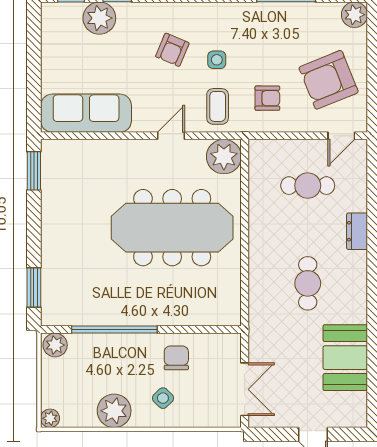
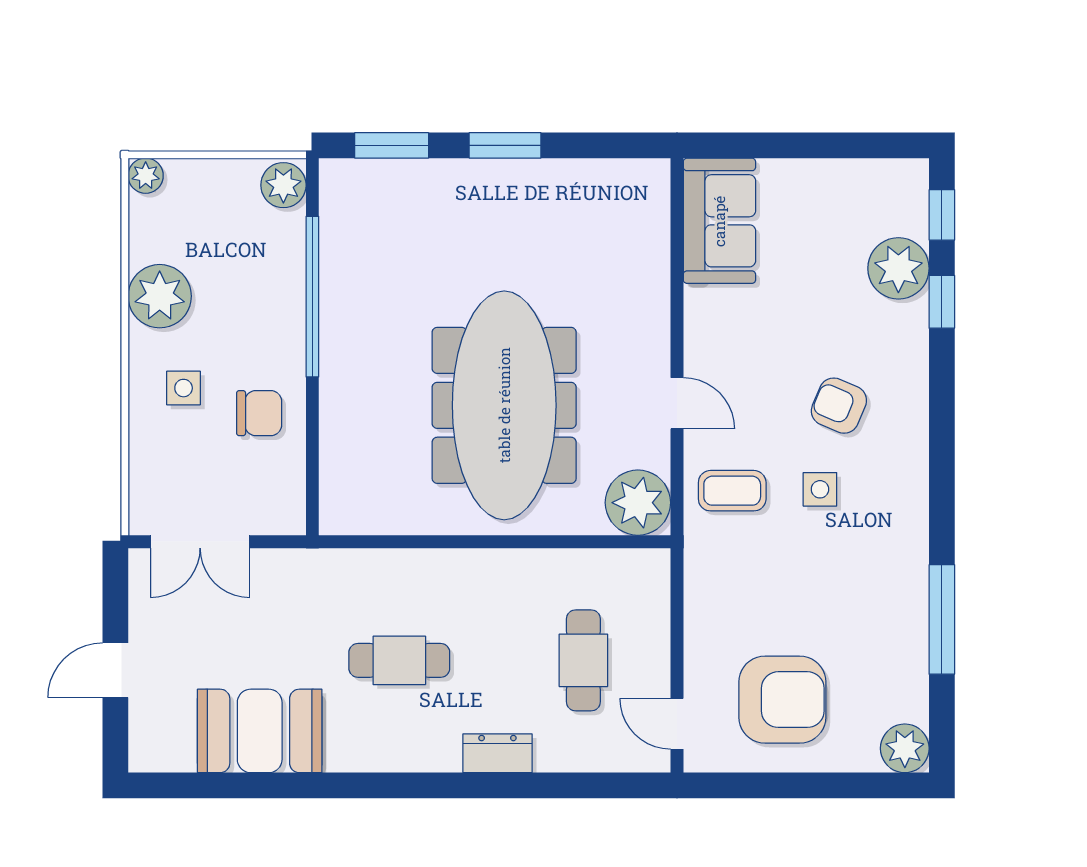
armchair: (329, 80) -> (782, 700), turned 112
armchair: (267, 98) -> (748, 585), removed
sofa: (86, 113) -> (719, 221), width x0.73
window: (34, 171) -> (505, 145), moved
side table: (163, 398) -> (184, 388), turned 45

